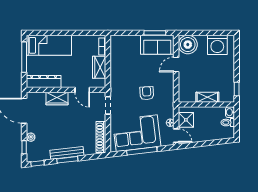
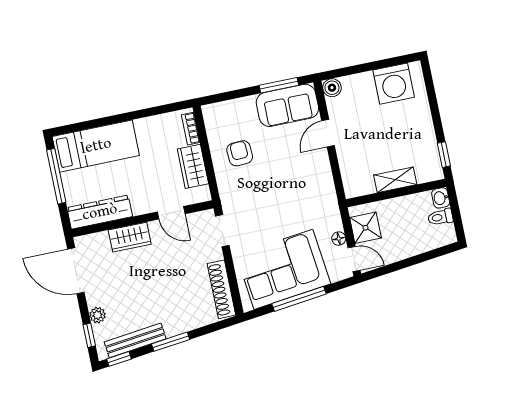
boiler: (188, 45) -> (332, 88), width x0.54, depth x0.54
armchair: (147, 93) -> (240, 153), moved
bench: (67, 153) -> (135, 340), moved

